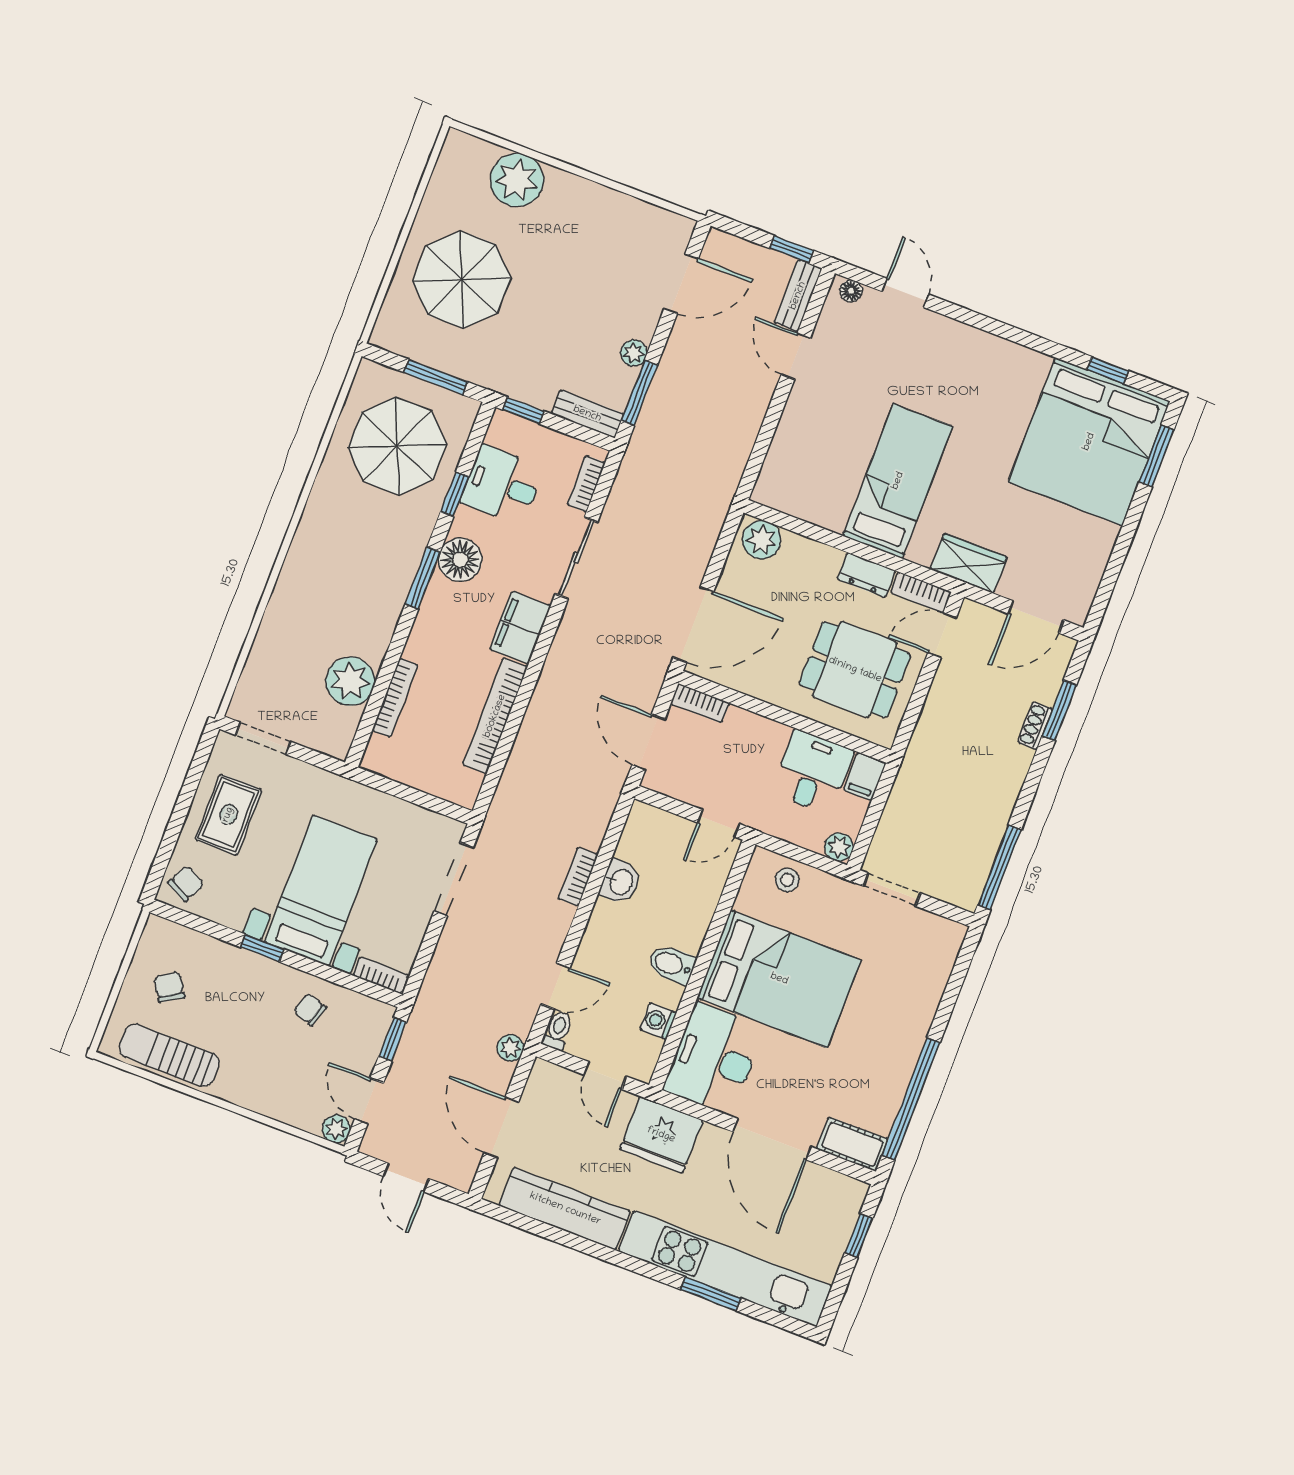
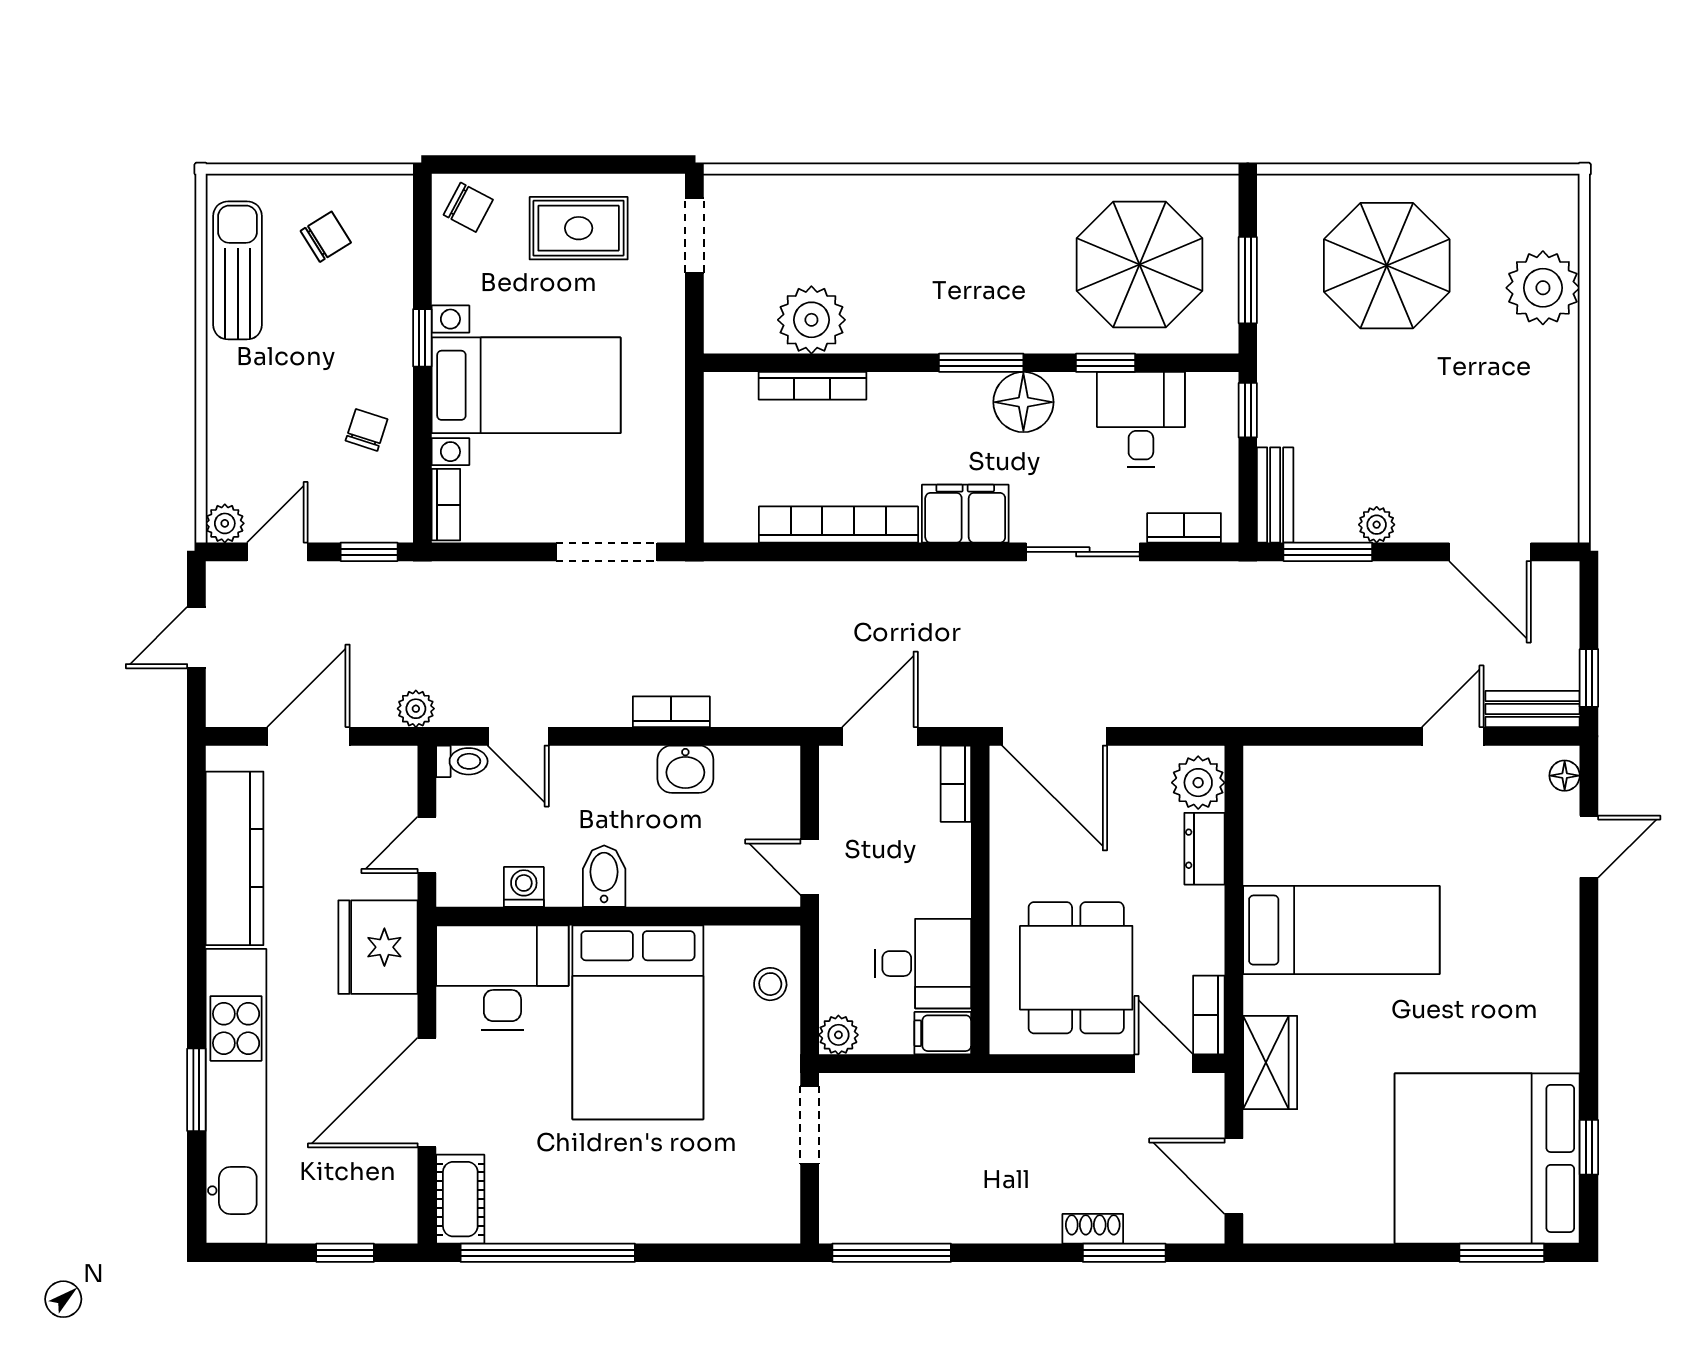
dresser: (866, 575) -> (1204, 849), moved

